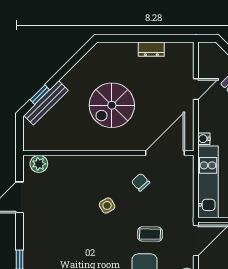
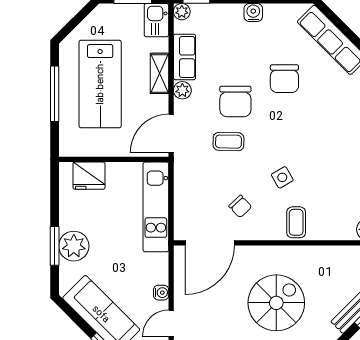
water cooler: (204, 139) -> (161, 293), moved
coffee table: (96, 170) -> (296, 222), added

